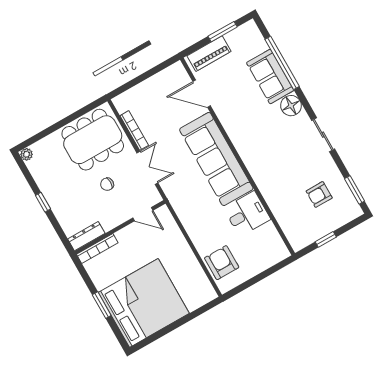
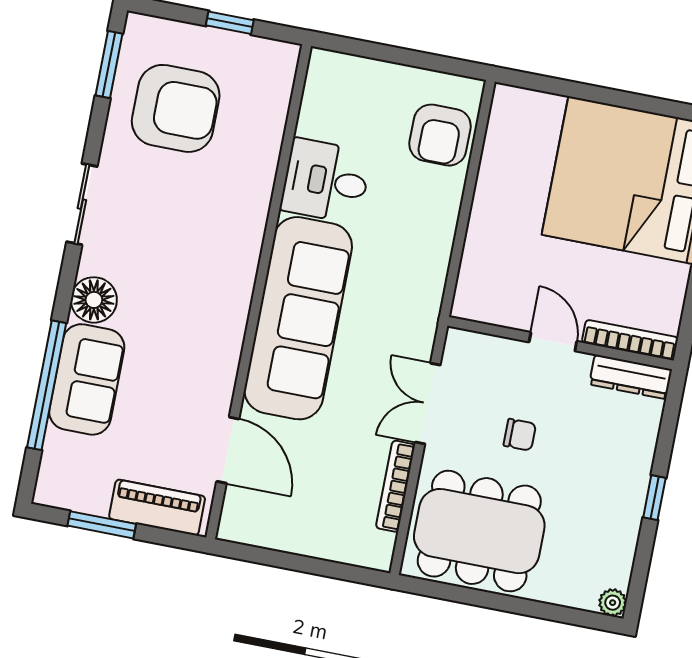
armchair: (319, 194) -> (176, 108), width x1.88, depth x1.88
door: (143, 214) -> (553, 342), moved

